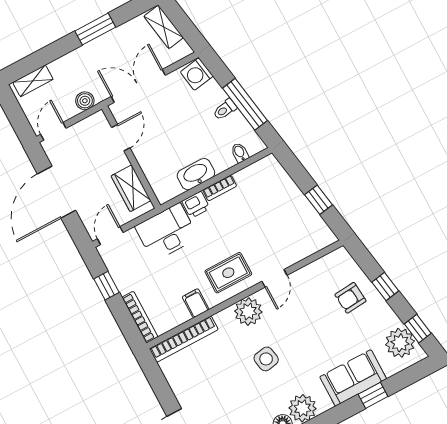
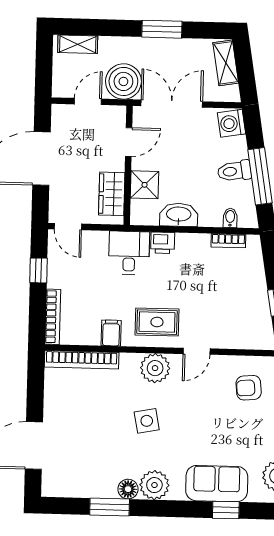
boiler: (85, 101) -> (123, 81), width x1.86, depth x1.86
toilet: (225, 109) -> (234, 171), width x1.37, depth x1.39
door: (53, 131) -> (88, 101), moved
shower: (154, 165) -> (145, 185), added
bookcase: (220, 188) -> (228, 241), moved
desk: (167, 232) -> (129, 253), width x0.73
door: (110, 236) -> (68, 227), swing flipped
armchair: (350, 298) -> (249, 388), moved

